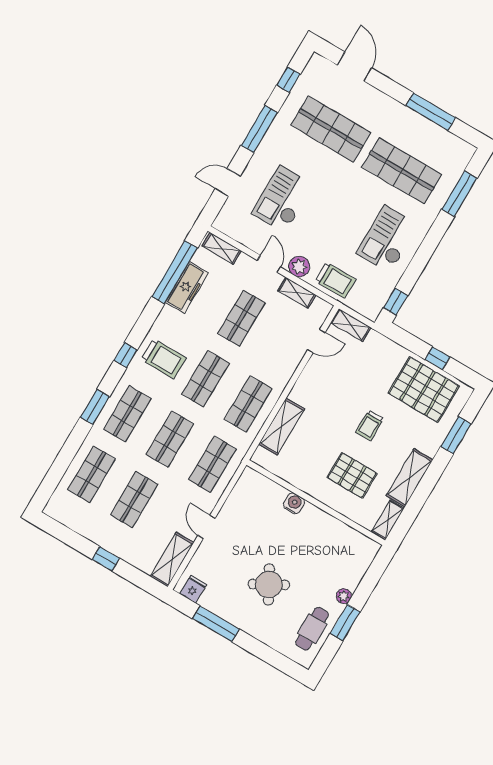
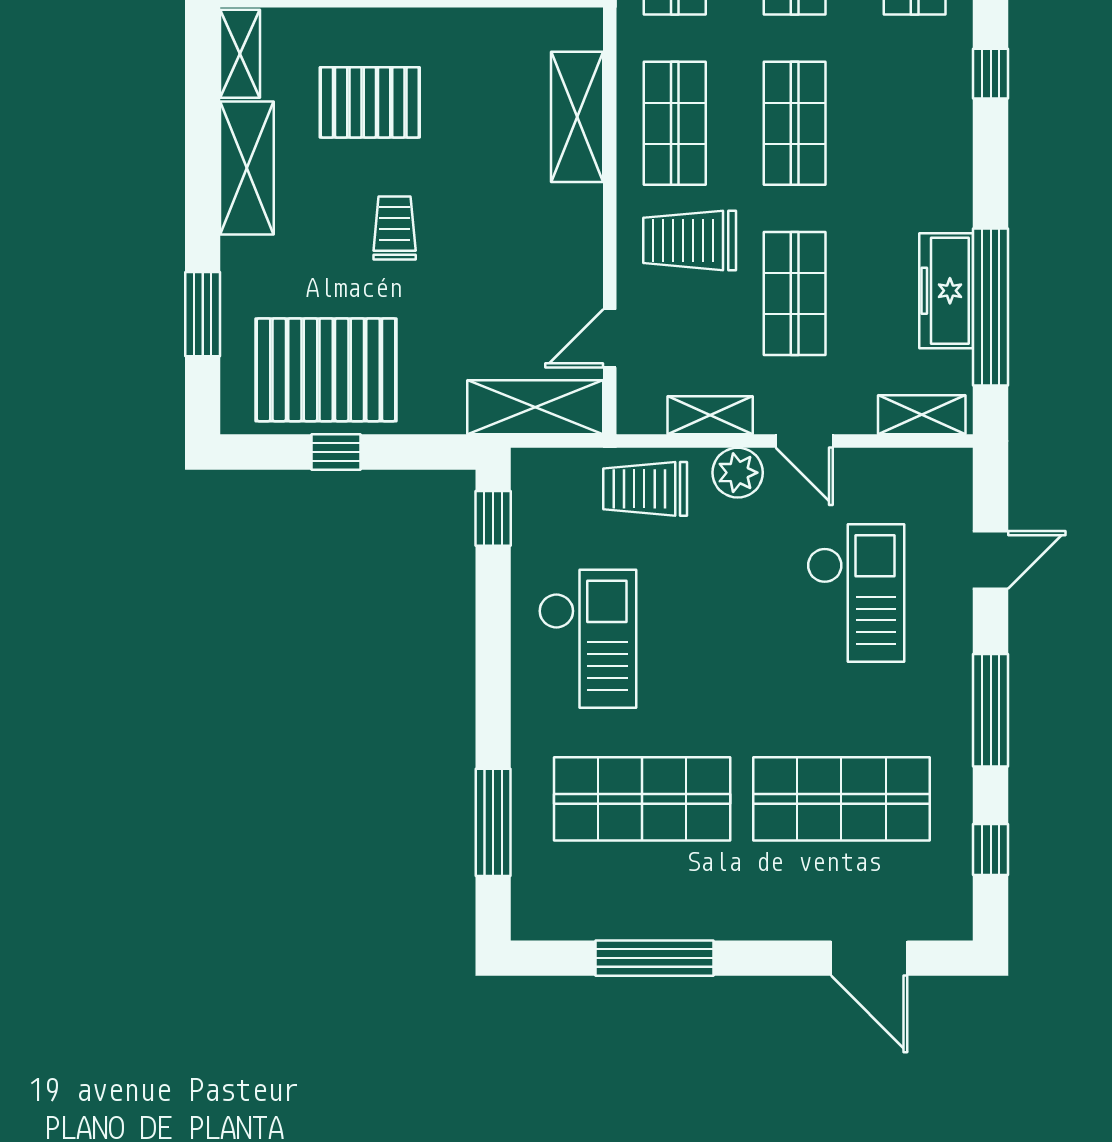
shelving: (351, 325) -> (535, 407), width x1.50, depth x1.33
trolley: (164, 359) -> (690, 240), moved

